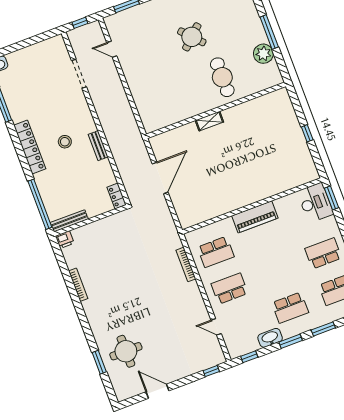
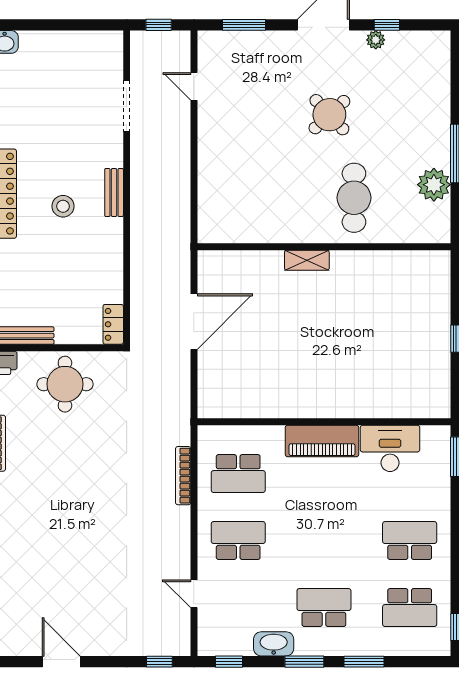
bench: (98, 146) -> (114, 192), moved
desk: (315, 203) -> (390, 448), moved, turned -90
school desk: (290, 308) -> (324, 608), turned 180
round table: (126, 351) -> (65, 384), moved

